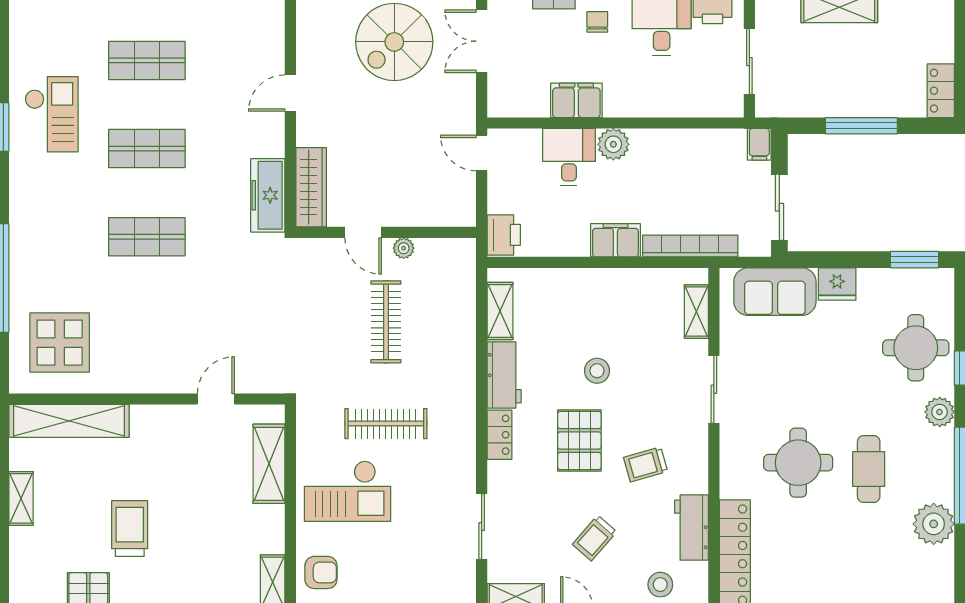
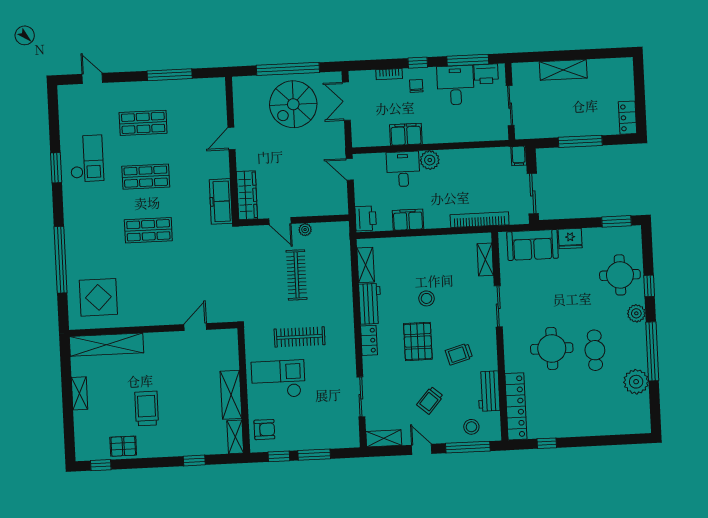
filing cabinet: (615, 240) -> (408, 220), moved
shelving: (269, 464) -> (231, 395), moved
checkout: (348, 491) -> (278, 379), turned 180

